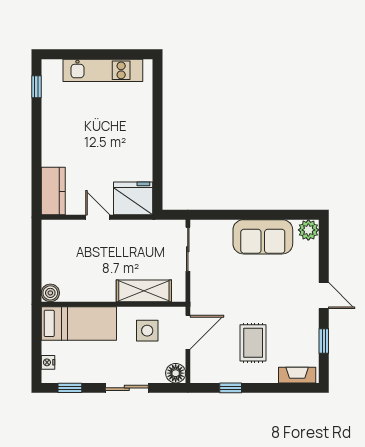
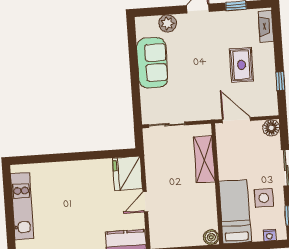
plant: (308, 230) -> (168, 23), moved
side table: (147, 331) -> (264, 198), moved
rug: (253, 343) -> (241, 65), turned 90

